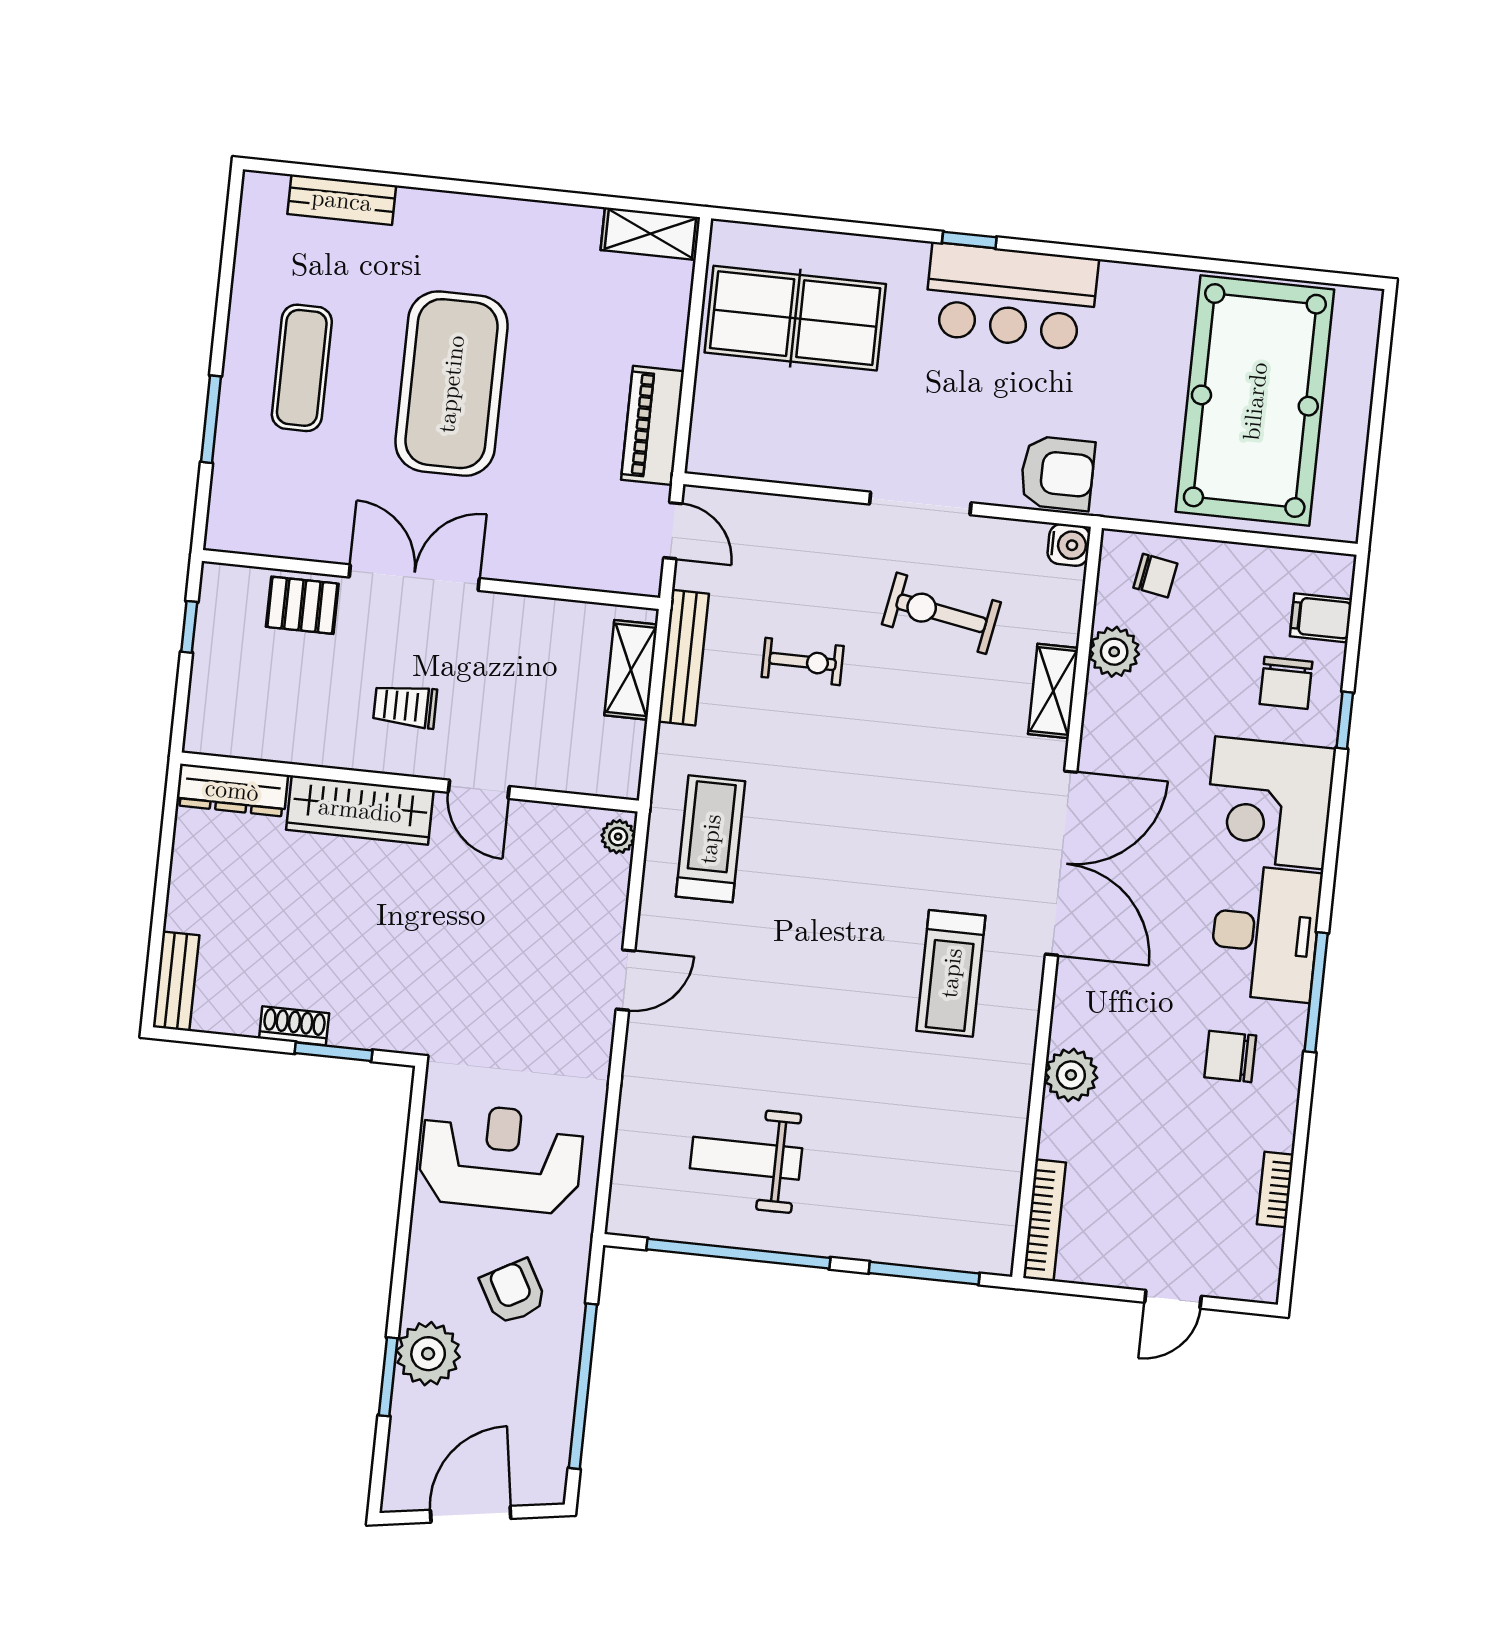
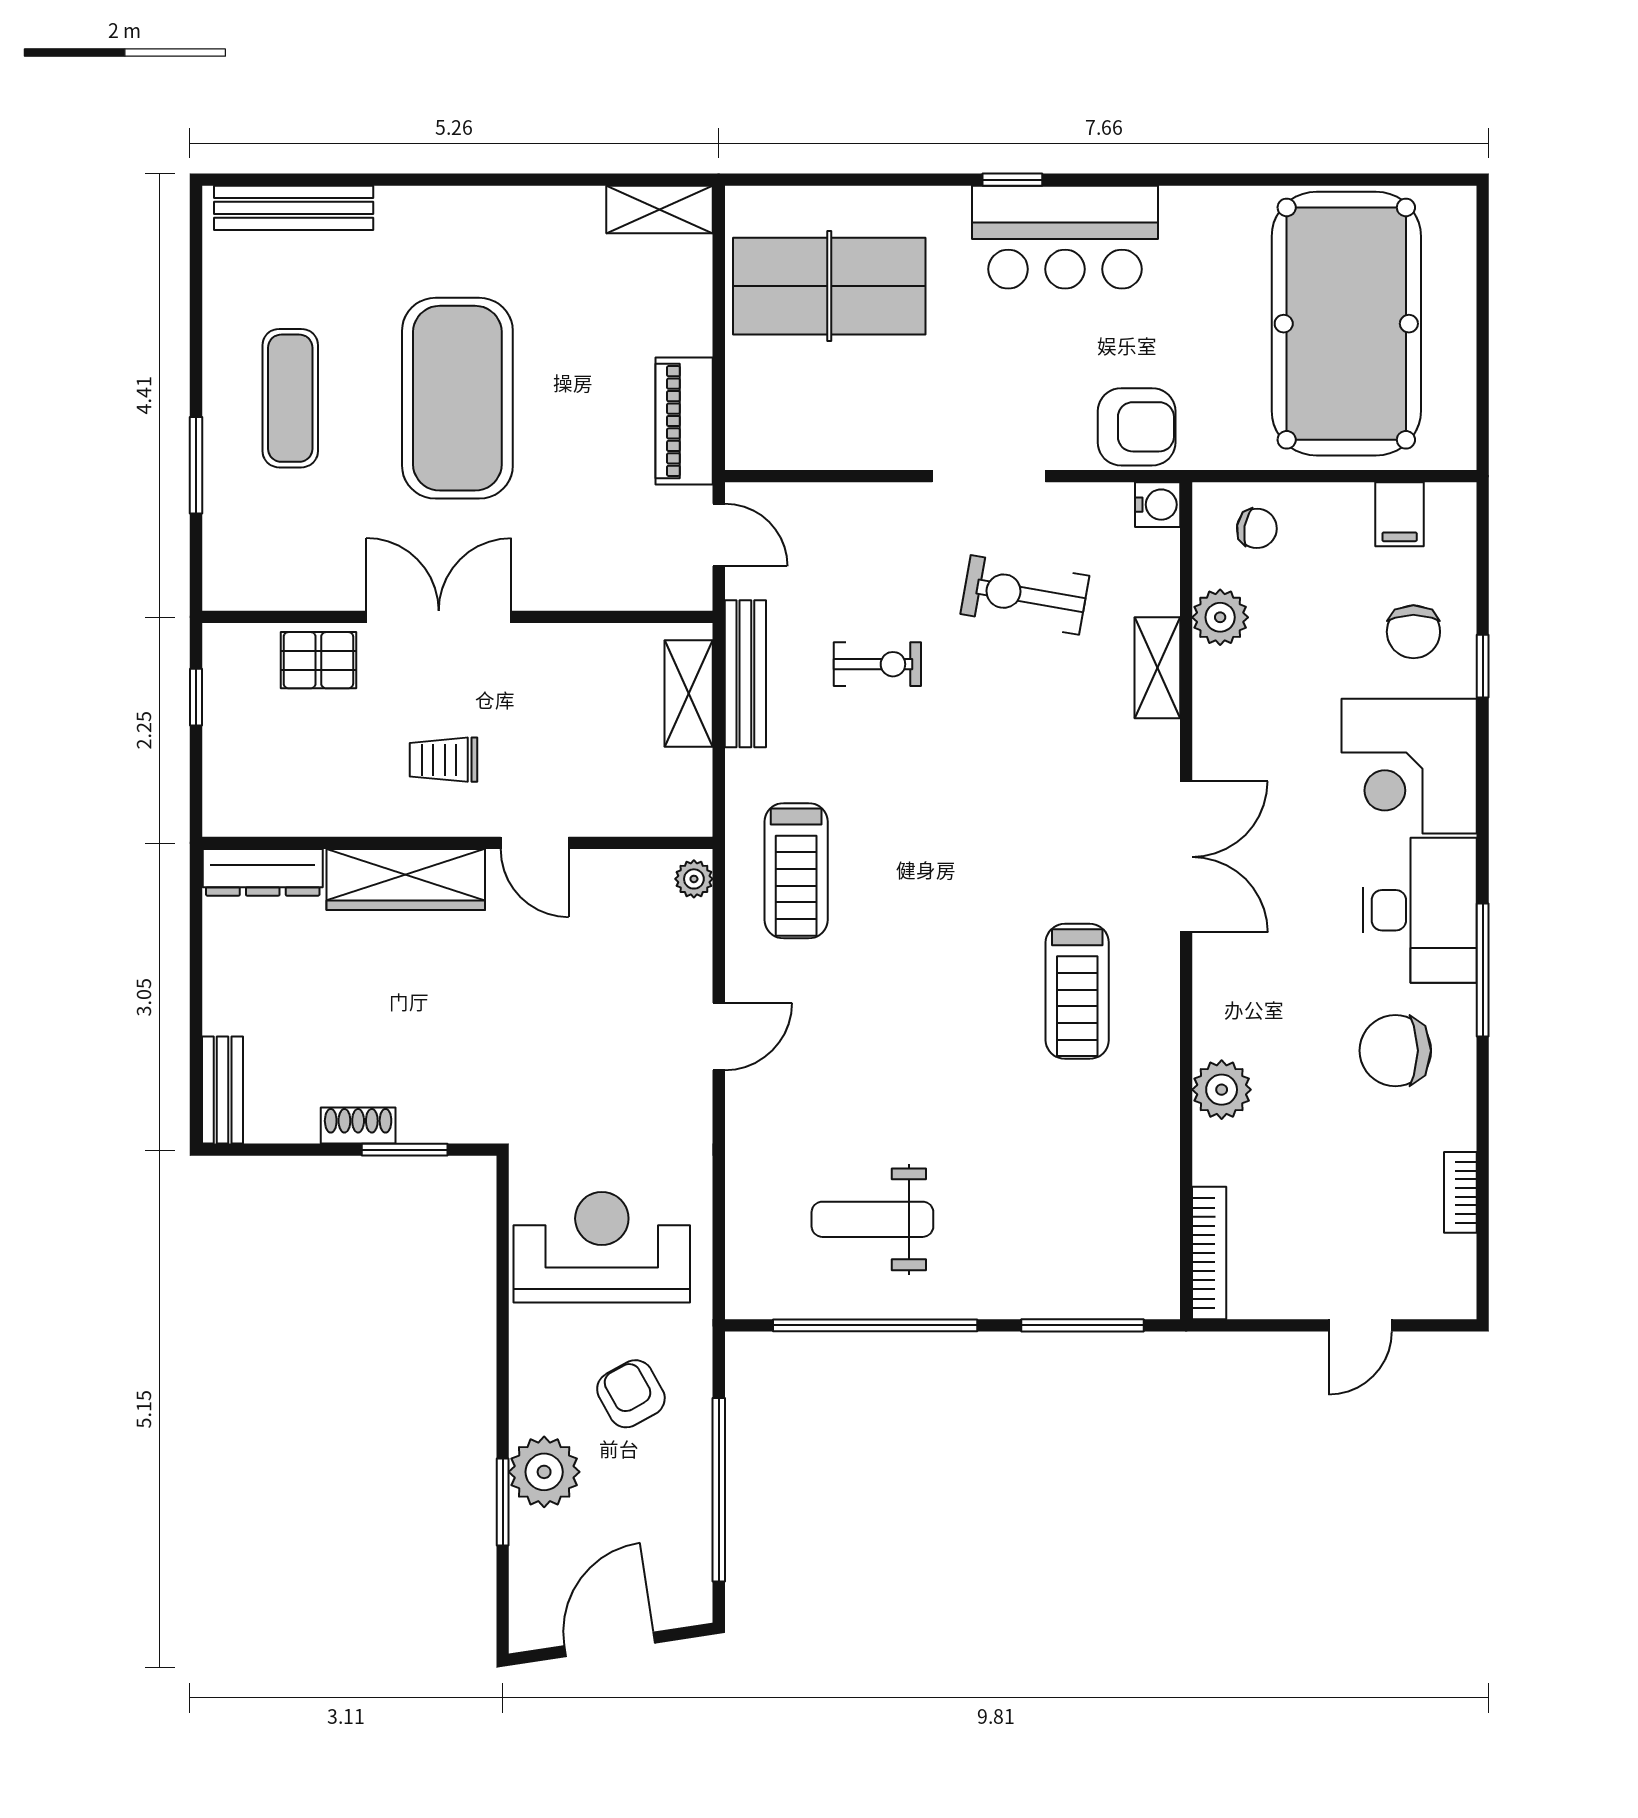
bench: (342, 200) -> (294, 208), width x1.36
filing cabinet: (1321, 618) -> (1400, 514), moved, turned -90
treadmill: (710, 839) -> (796, 871), turned 180
double door: (1061, 863) -> (1186, 857), width x0.73
chair: (1230, 1056) -> (1395, 1051), width x1.37, depth x1.37

